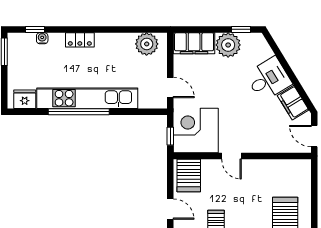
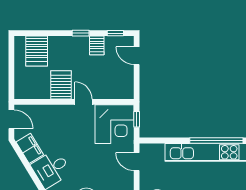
server rack: (189, 175) -> (61, 85), moved

